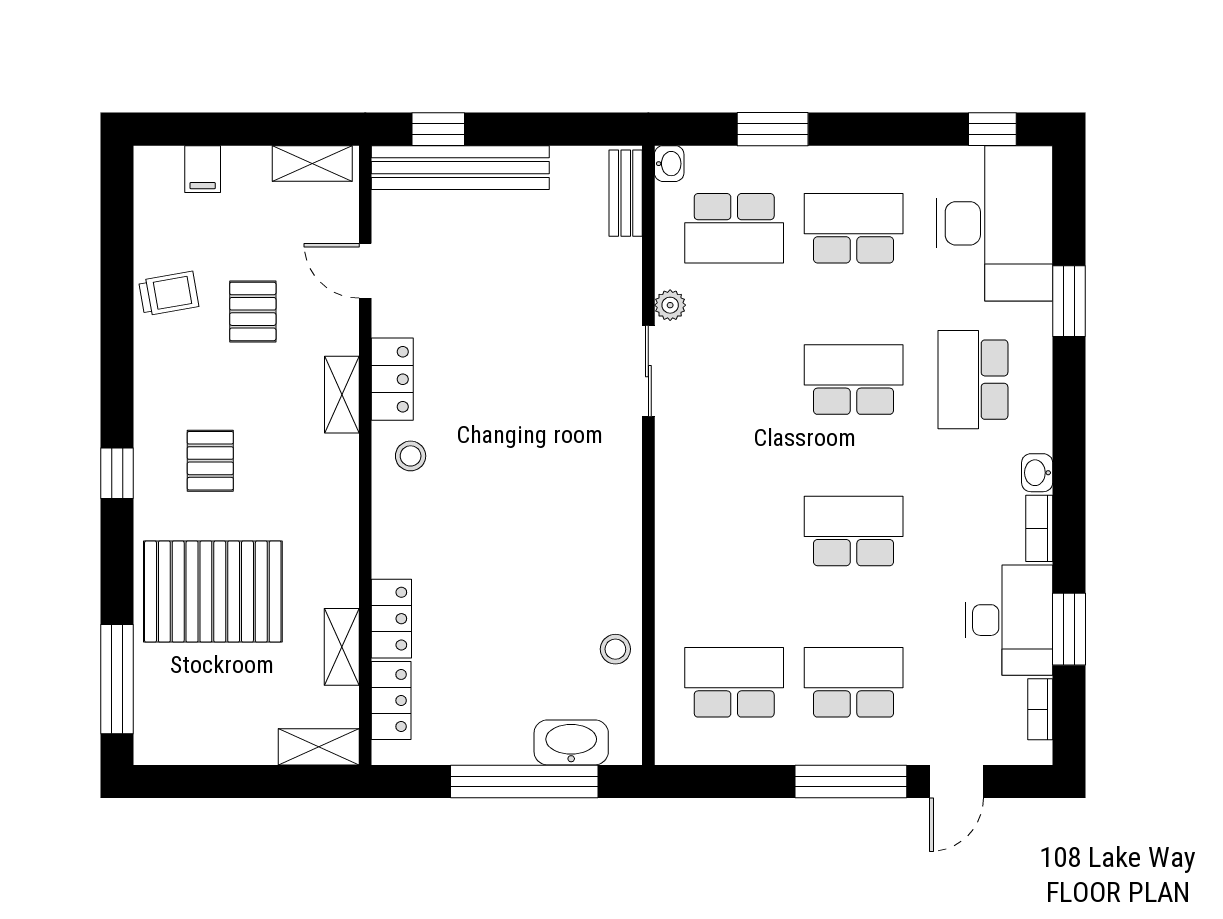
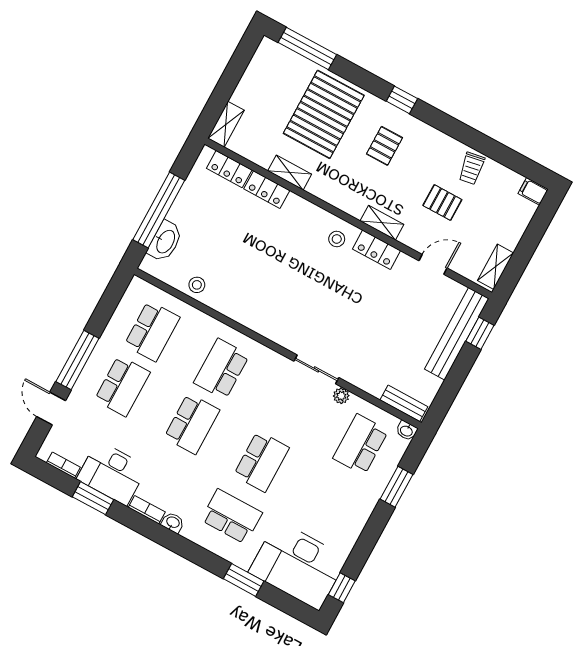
filing cabinet: (203, 169) -> (533, 191), moved
school desk: (854, 228) -> (222, 369), moved, turned 180
pallet: (210, 461) -> (384, 146), turned 90
shelving: (342, 647) -> (290, 173), moved

